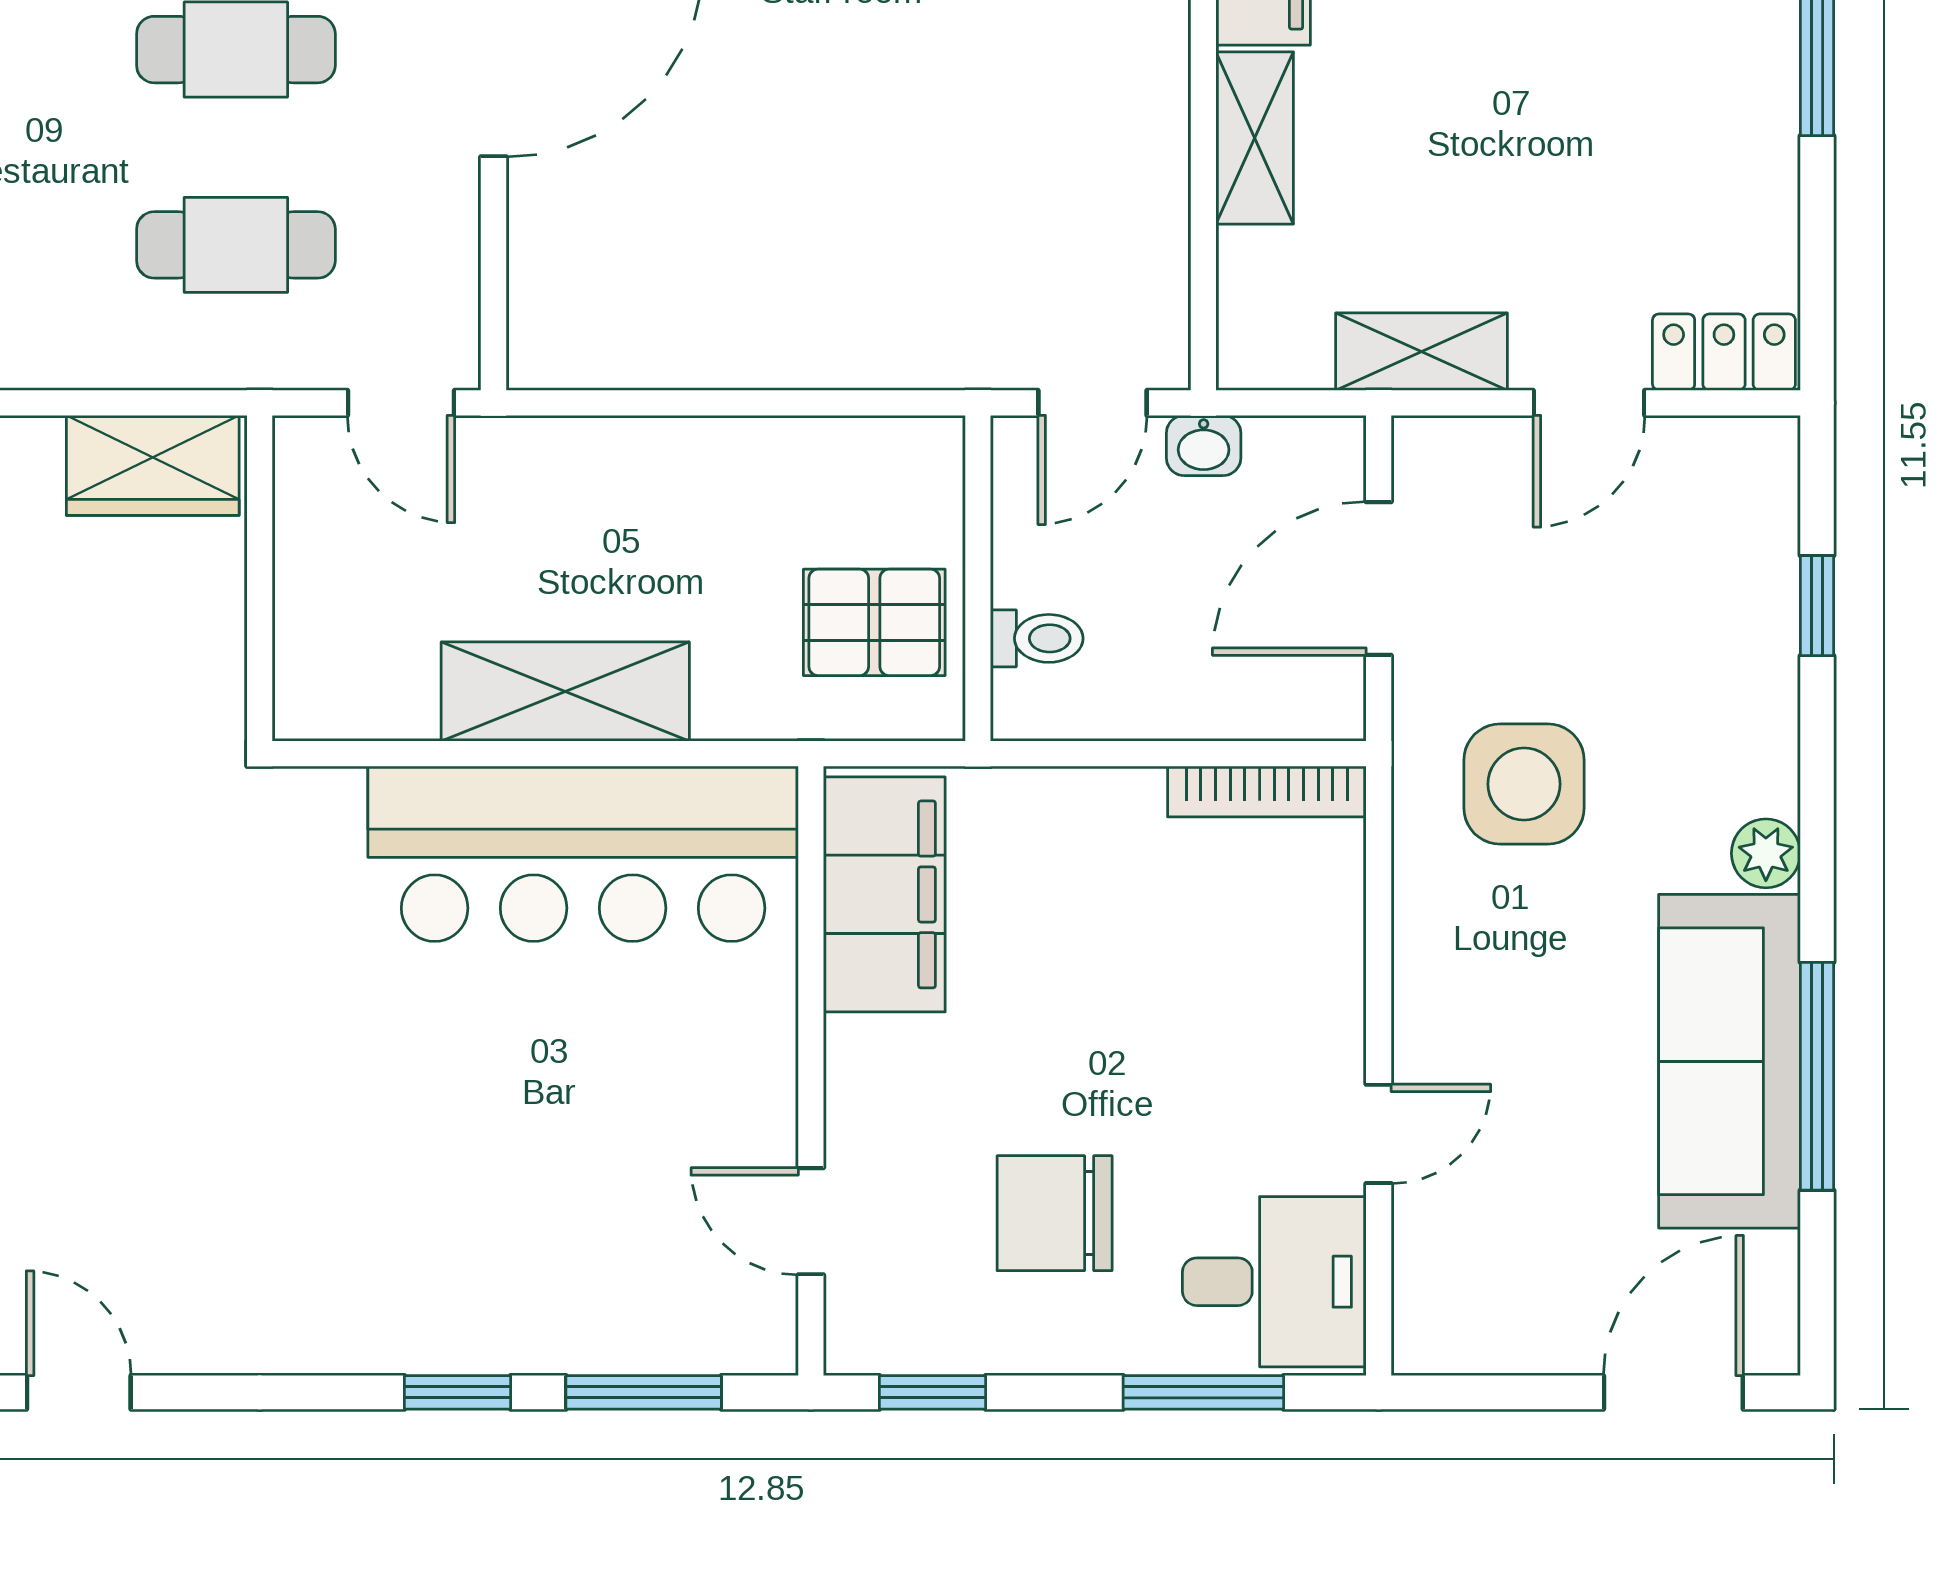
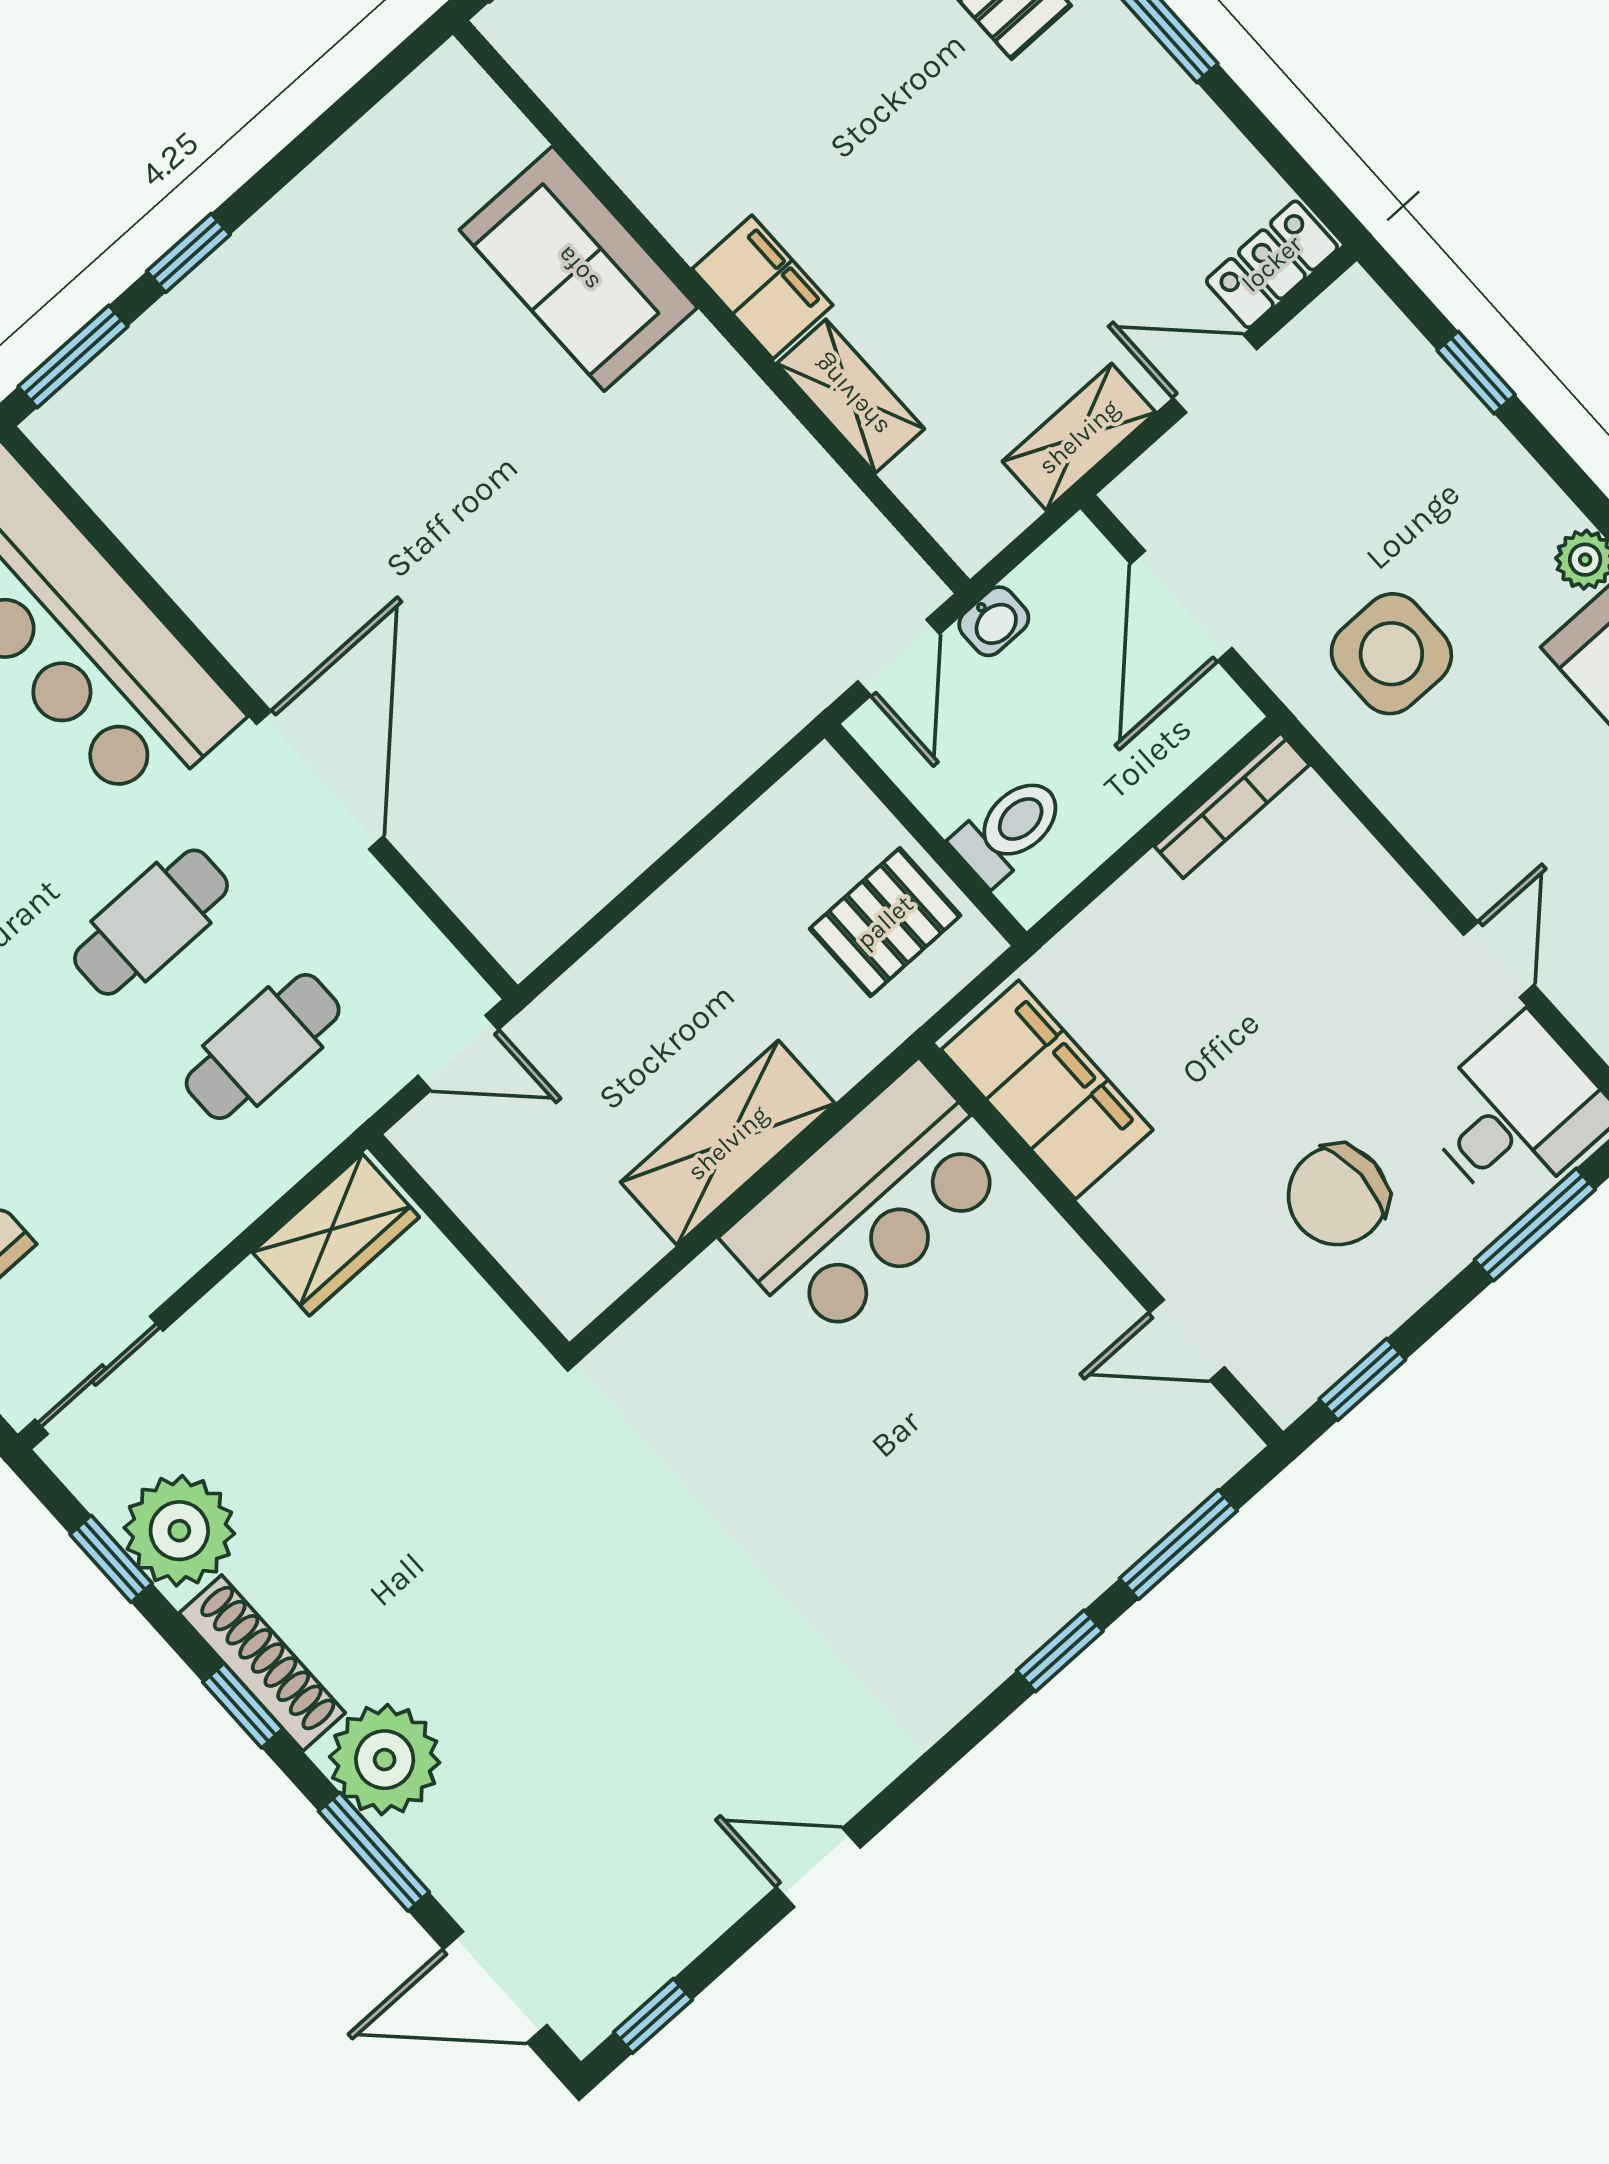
door: (1589, 403) -> (1215, 374), swing flipped
toilet: (1037, 638) -> (1009, 829), width x1.37, depth x1.39
bar counter: (583, 854) -> (868, 1203), width x0.73

